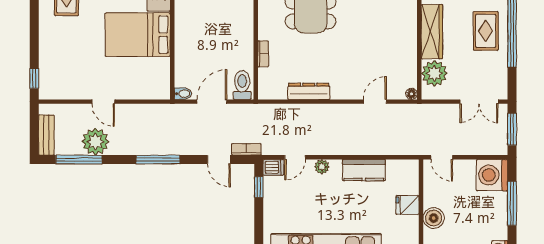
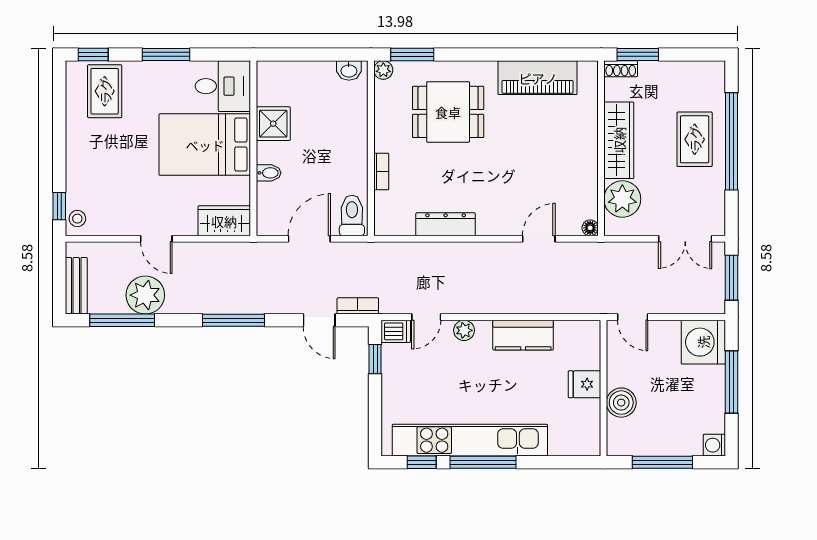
shower: (186, 20) -> (273, 124), added
stool: (47, 87) -> (77, 219), added
wardrobe: (152, 89) -> (224, 221), added
bidet: (183, 94) -> (269, 173), moved

